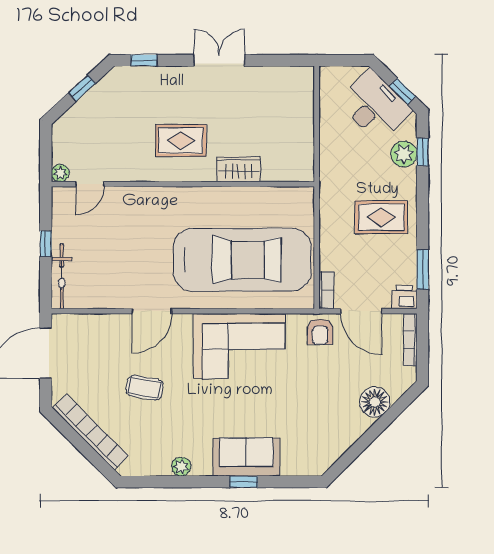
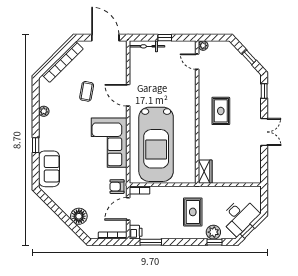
wardrobe: (239, 169) -> (205, 172), moved
rug: (381, 217) -> (193, 212), moved
sofa: (246, 457) -> (49, 169), moved

